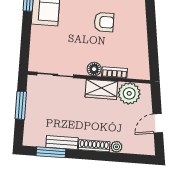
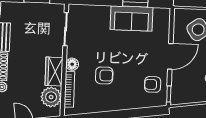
armchair: (104, 22) -> (104, 75), moved, turned -90
bookcase: (115, 72) -> (69, 89), width x1.56

